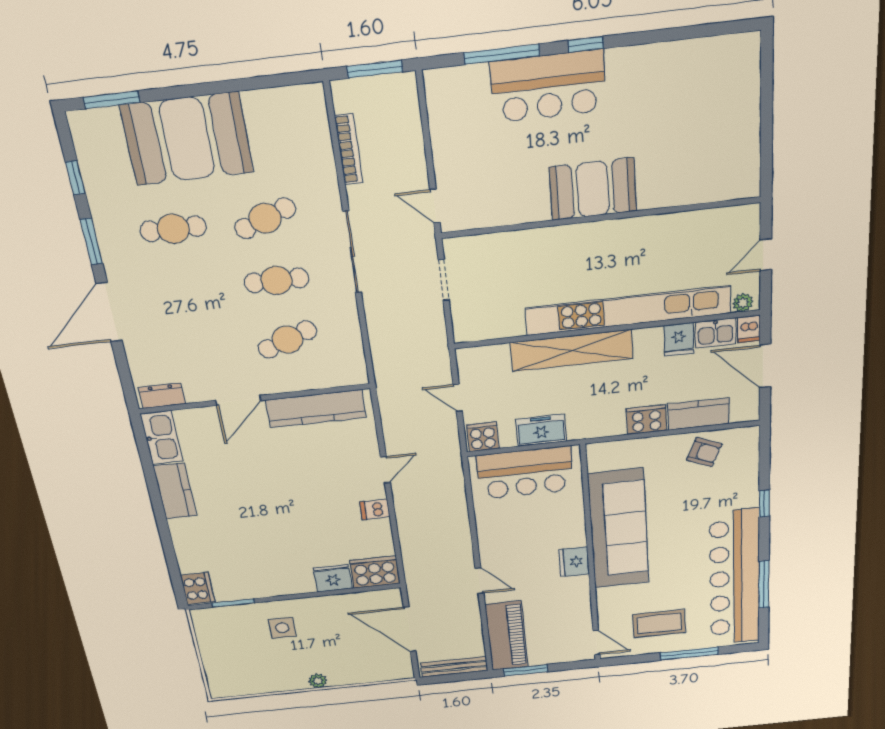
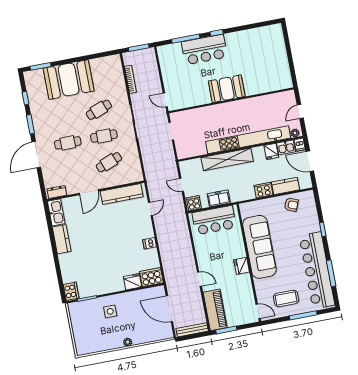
cafe table: (173, 229) -> (68, 143), moved
door: (385, 470) -> (150, 209), moved

